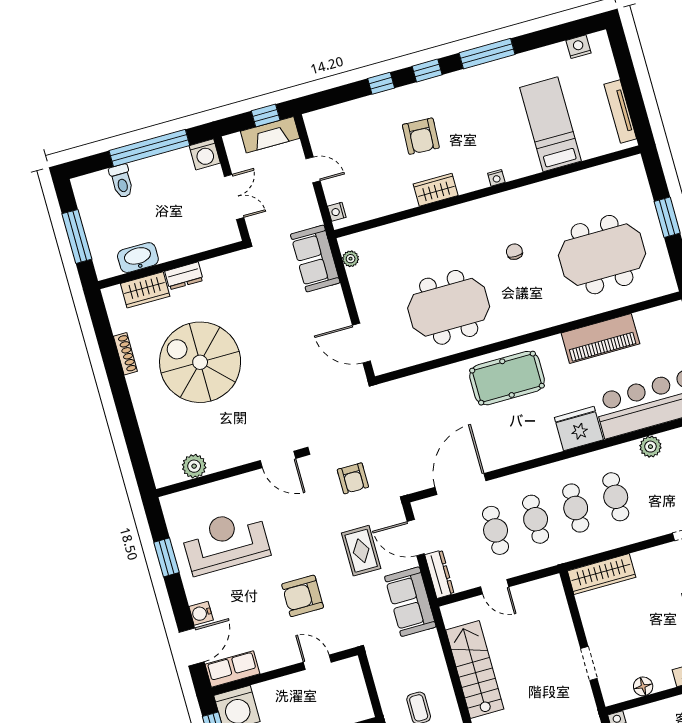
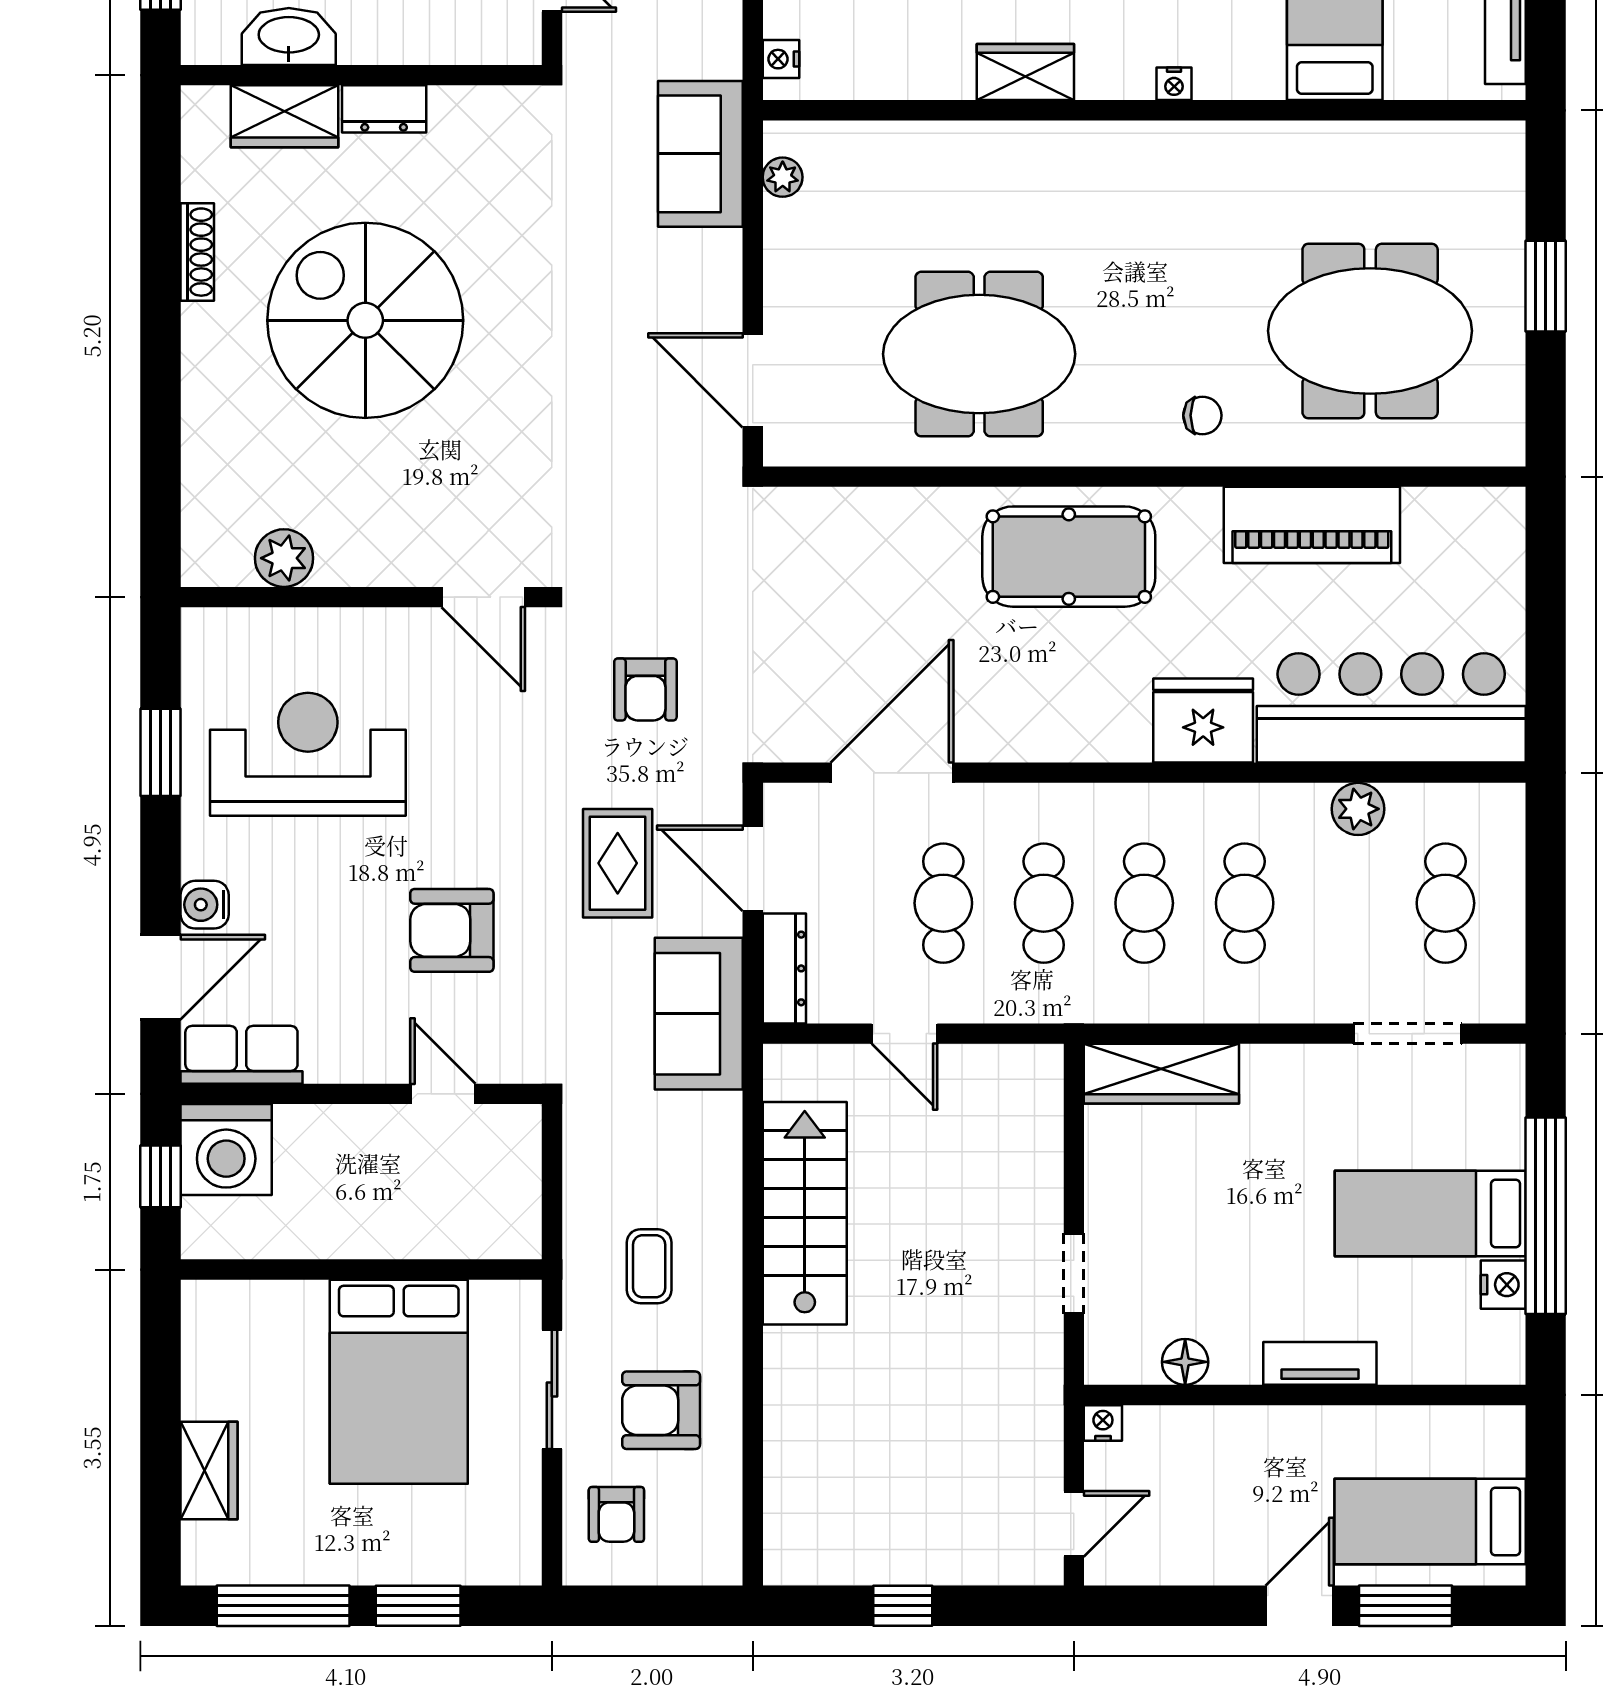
chair: (514, 252) -> (1202, 415), moved, turned 90

